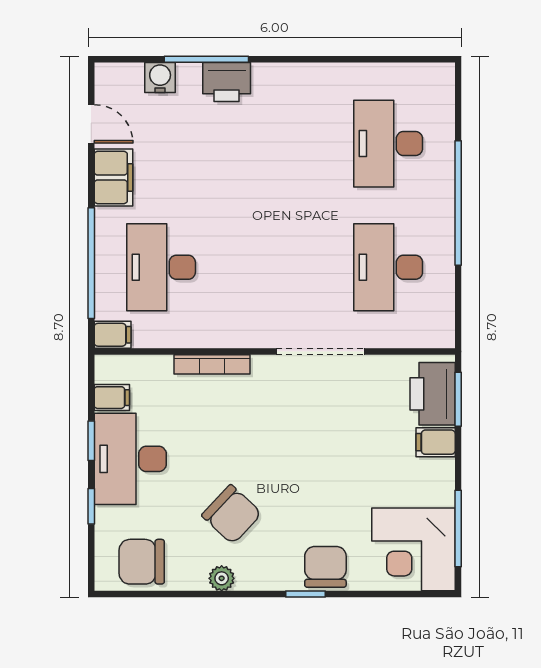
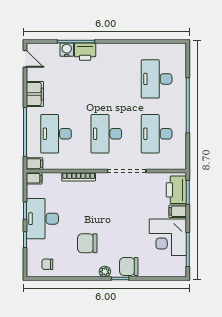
water cooler: (160, 78) -> (67, 50), moved
door: (91, 124) -> (25, 59), moved
desk: (275, 267) -> (106, 134), added
filing cabinet: (112, 398) -> (34, 178), moved
chair: (232, 514) -> (87, 243), turned 137
corner desk: (413, 549) -> (168, 237), moved
chair: (142, 562) -> (47, 264), width x0.54, depth x0.54
chair: (325, 567) -> (129, 267), turned -90
plant: (222, 578) -> (105, 272), moved

